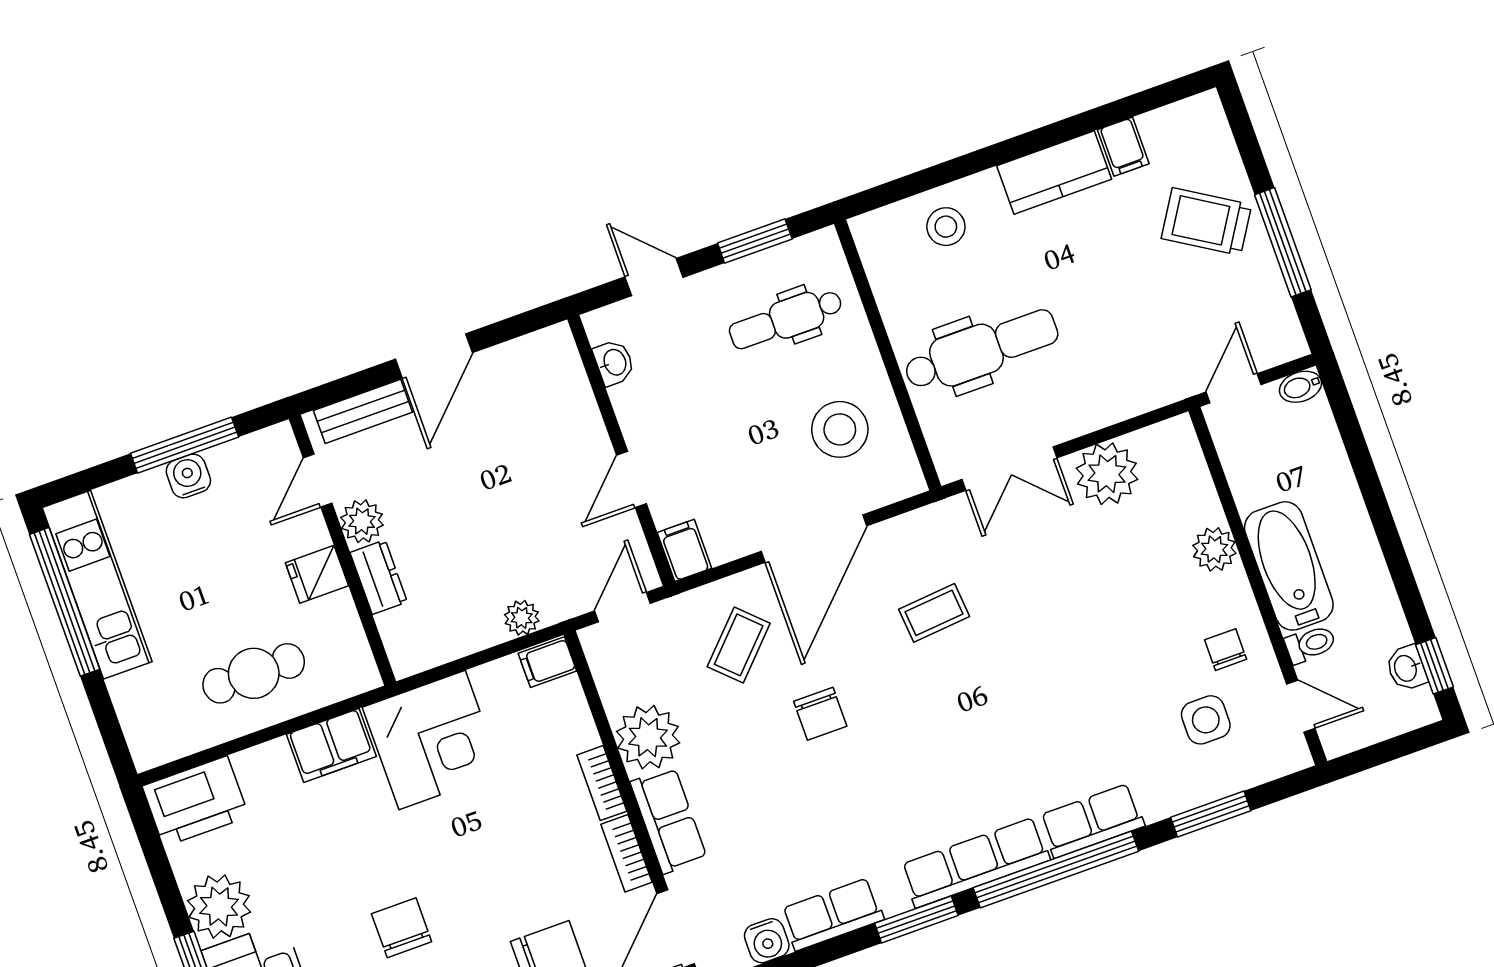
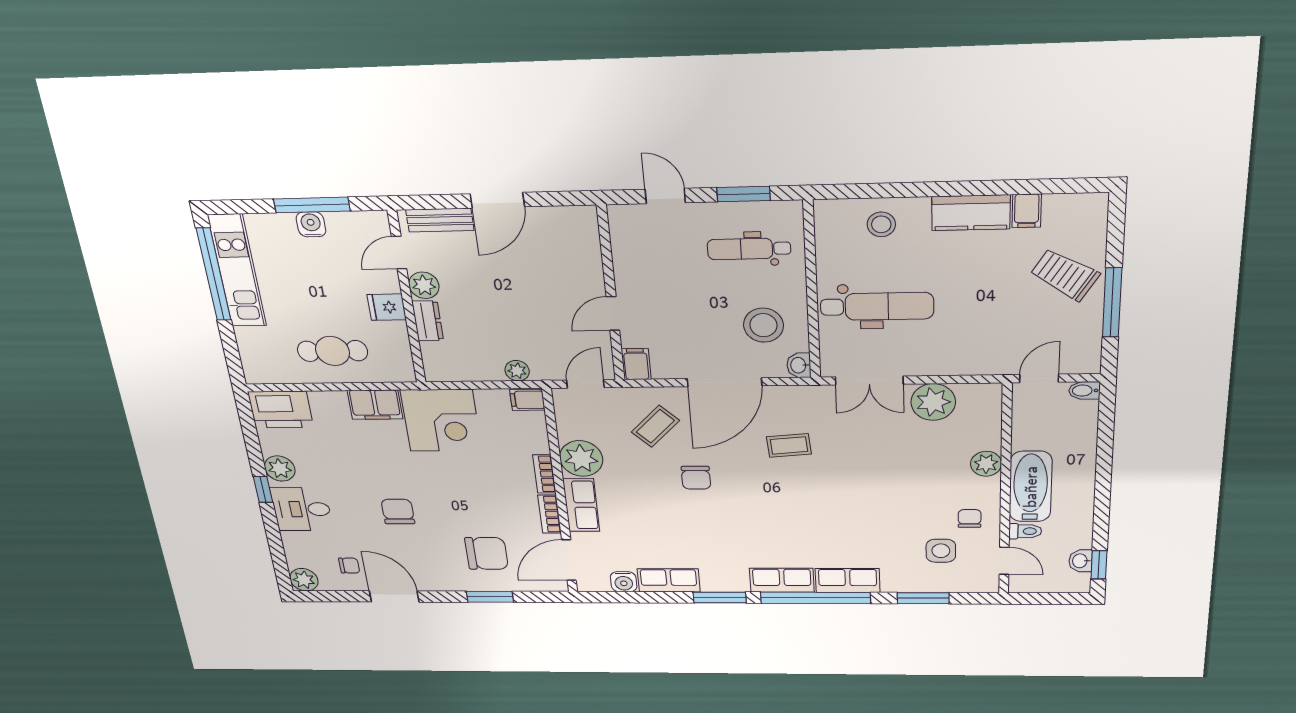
washbasin: (614, 363) -> (799, 365), moved, turned 180
row of seats: (975, 862) -> (782, 580), width x0.68
plant: (219, 906) -> (280, 468), width x0.73, depth x0.73

